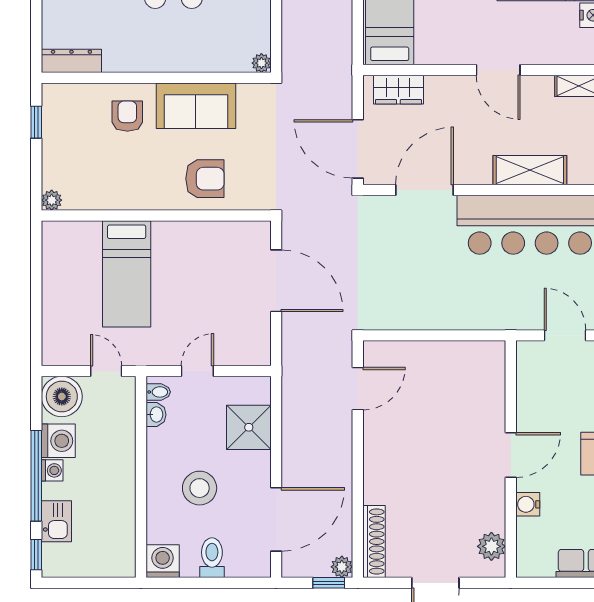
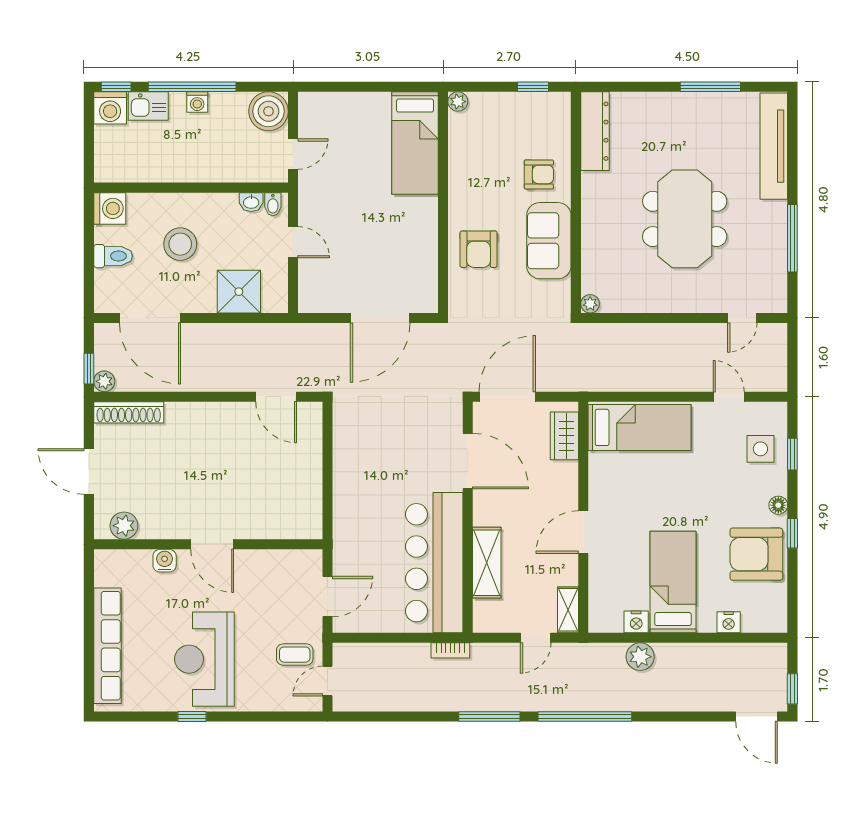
dresser: (71, 61) -> (595, 131), width x1.37, depth x1.24
bed: (127, 274) -> (415, 143), moved, turned -90
washing machine: (58, 441) -> (110, 108), moved

